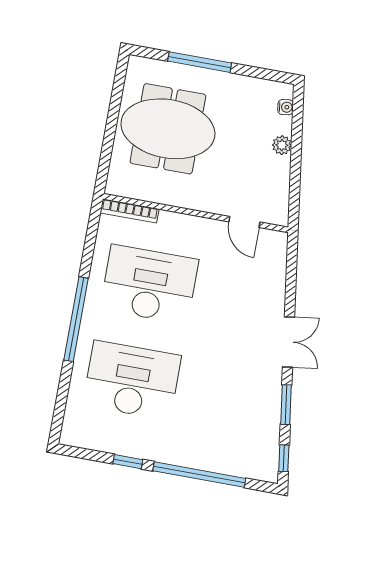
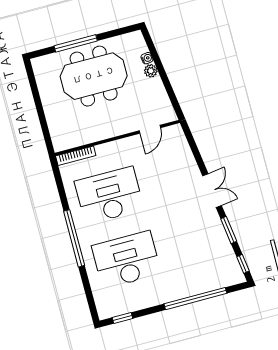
water cooler: (286, 107) -> (147, 58), moved
meeting table: (168, 129) -> (94, 76), moved
door: (244, 222) -> (150, 129), hinge flipped
window: (128, 462) -> (122, 318), moved

